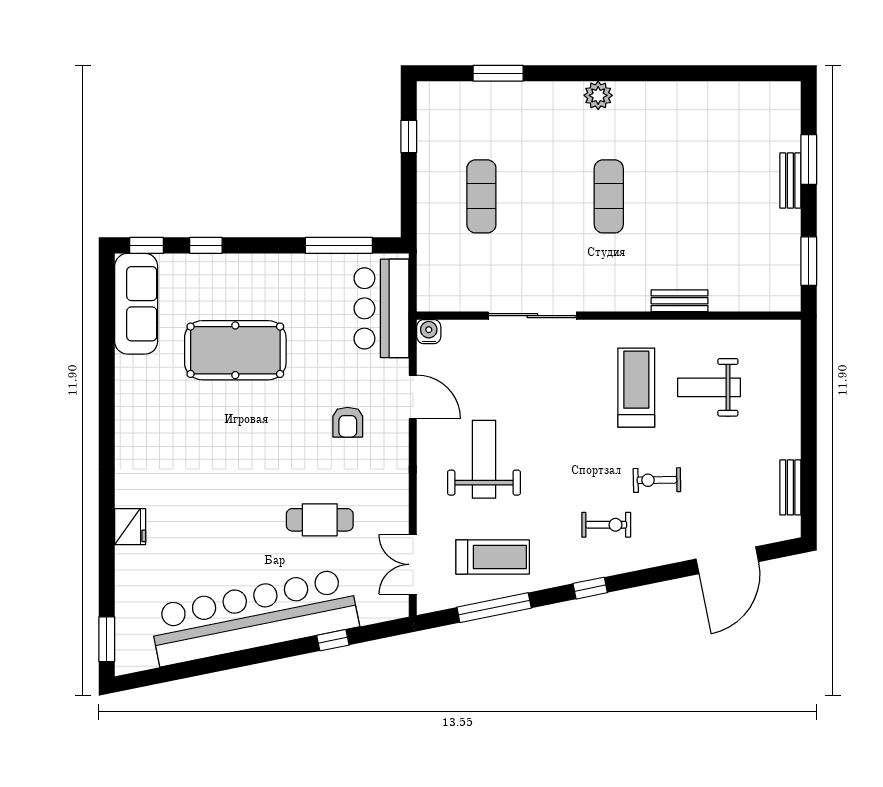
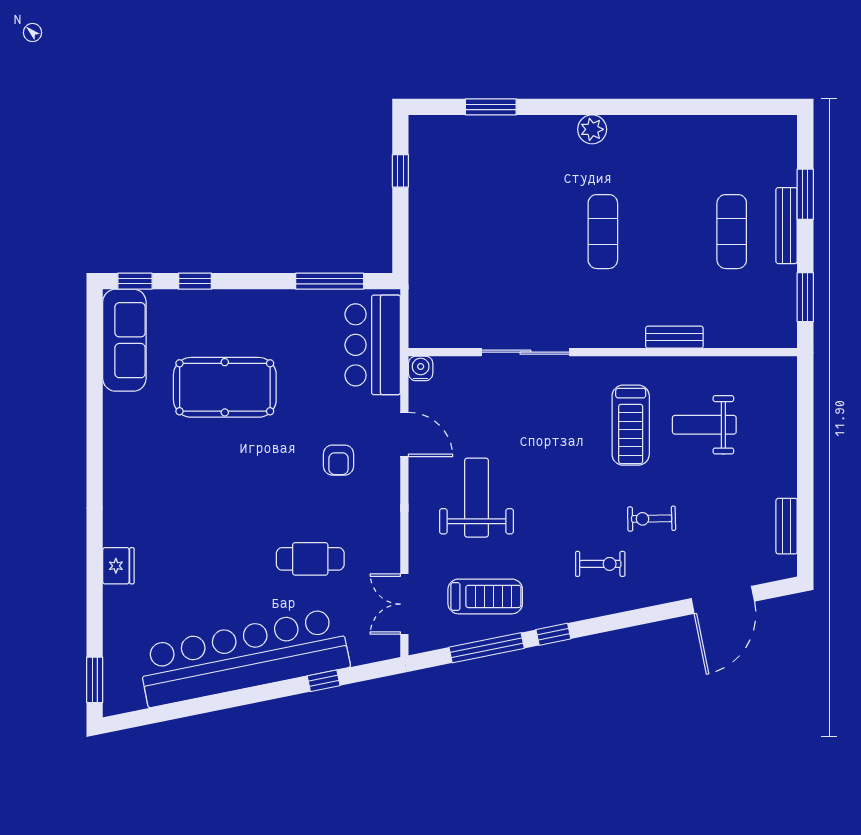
bench: (790, 180) -> (787, 226), width x1.36
exercise mat: (481, 196) -> (732, 232), moved
treadmill: (636, 388) -> (631, 425), turned 180
window: (590, 588) -> (553, 634), moved

